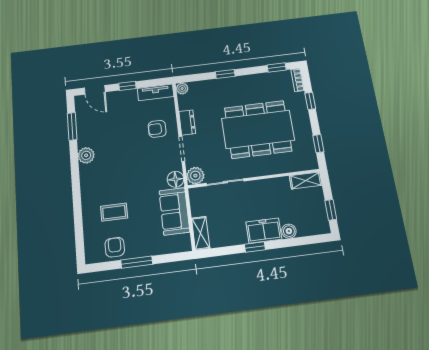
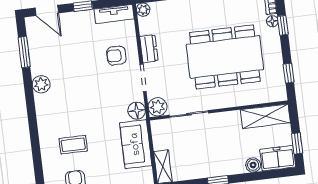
floor lamp: (300, 97) -> (272, 21), added
shelving: (306, 181) -> (265, 116), width x1.50, depth x1.33
freezer: (264, 231) -> (278, 158), moved

